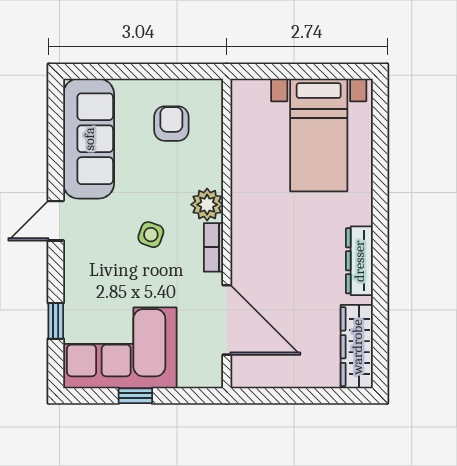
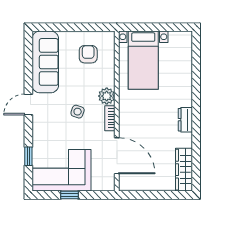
bed with nightstands: (319, 135) -> (143, 60), moved
dresser: (359, 261) -> (185, 120), width x0.70

